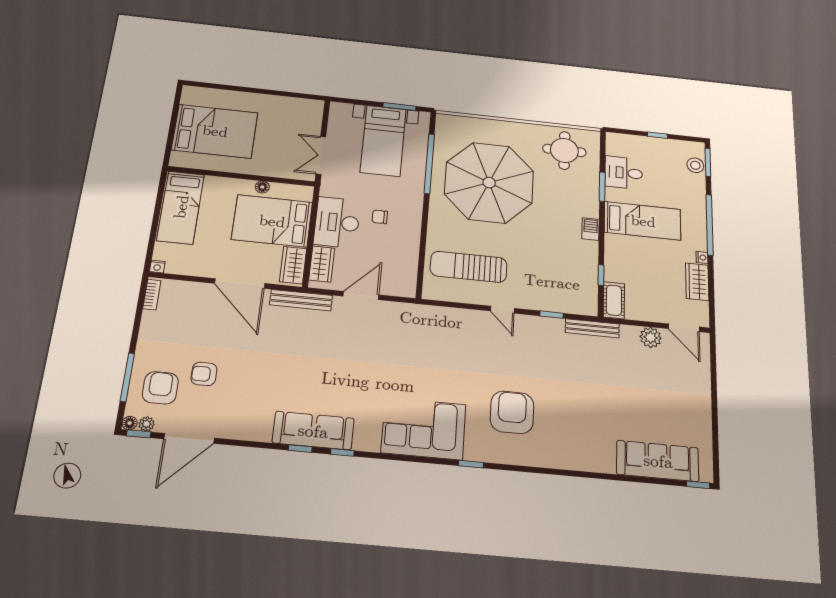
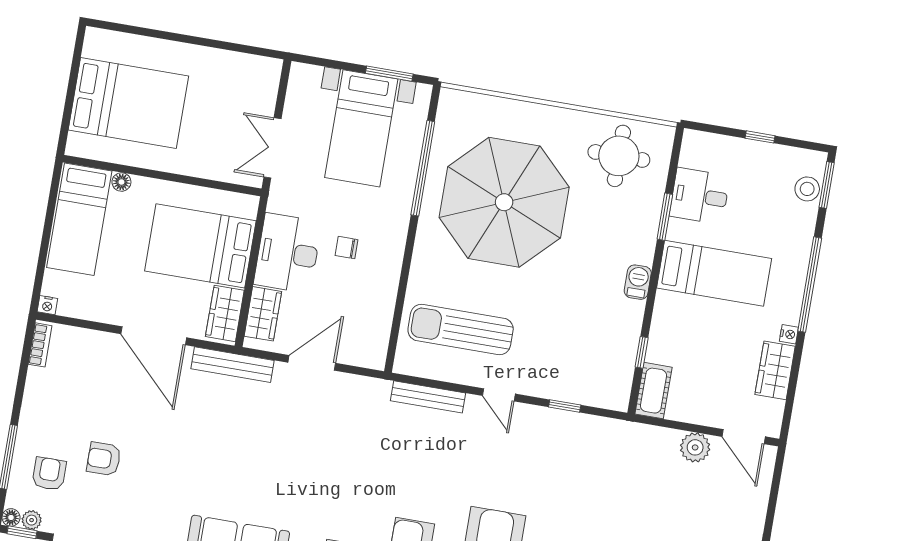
floor lamp: (262, 187) -> (121, 182), moved
bench: (592, 328) -> (428, 397), moved
armchair: (160, 388) -> (49, 474), width x0.72, depth x0.72

